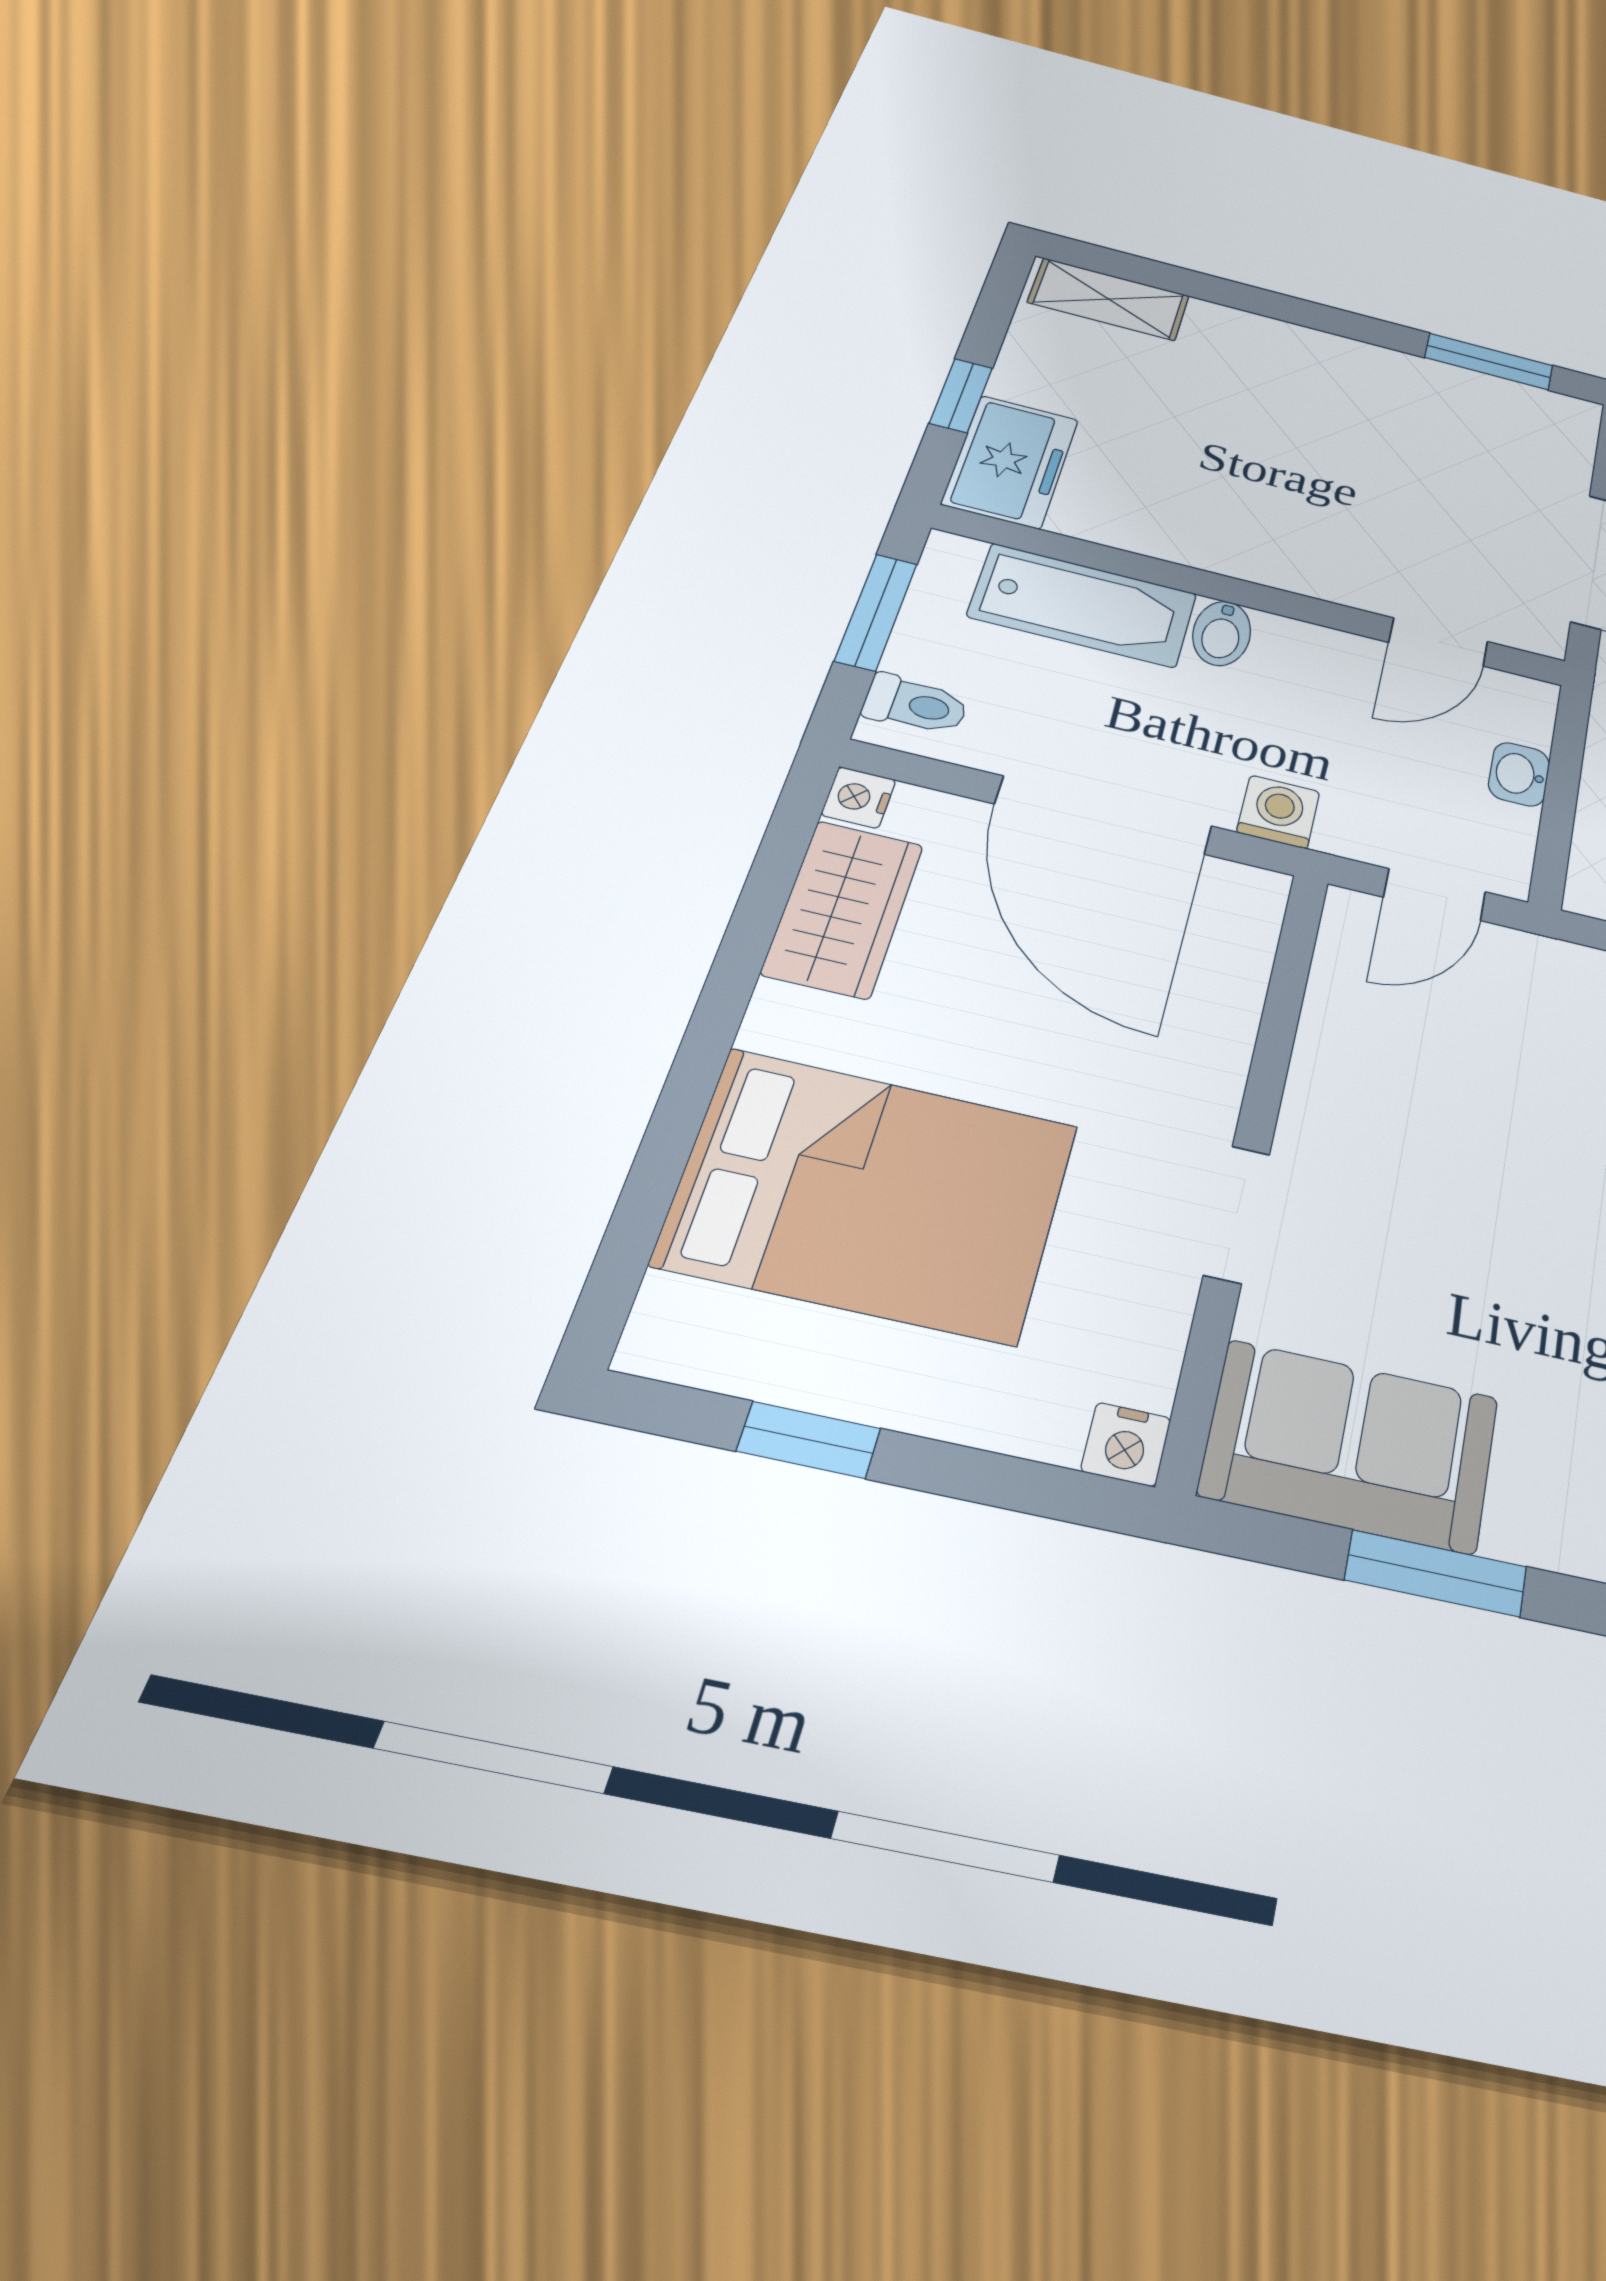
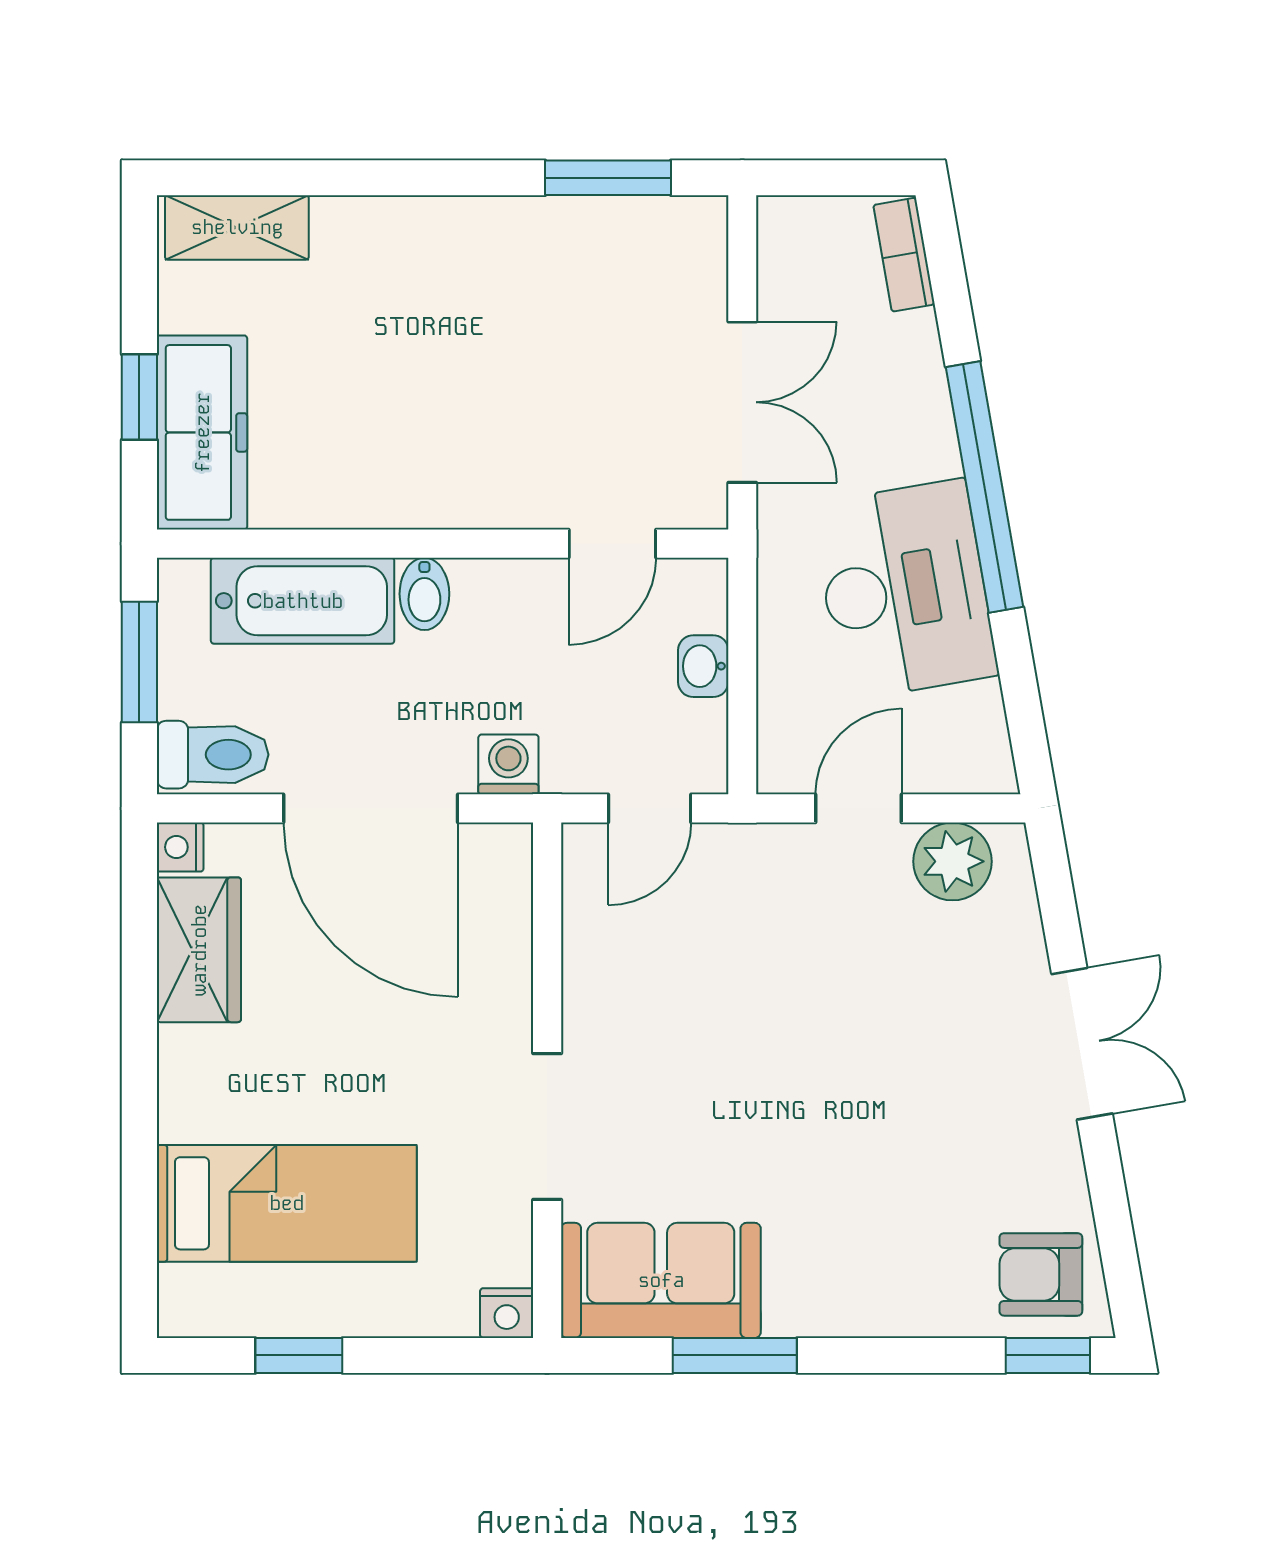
freezer: (1011, 462) -> (202, 432), width x1.40
toilet: (916, 705) -> (213, 755), width x1.37, depth x1.39
bed: (870, 1194) -> (287, 1203), width x0.67
doorway: (1237, 1214) -> (547, 1127), width x1.38

